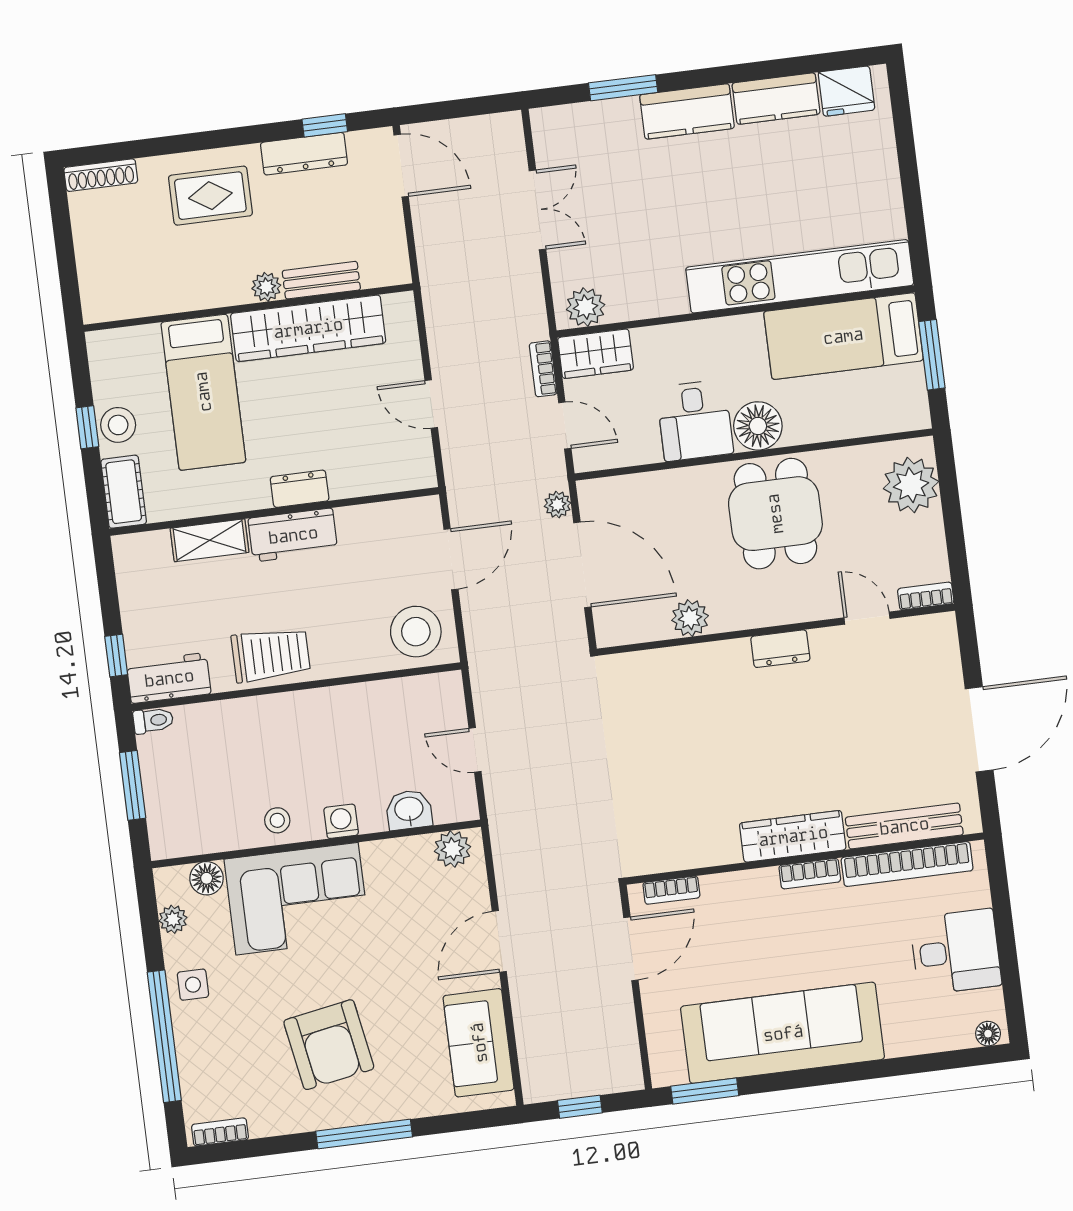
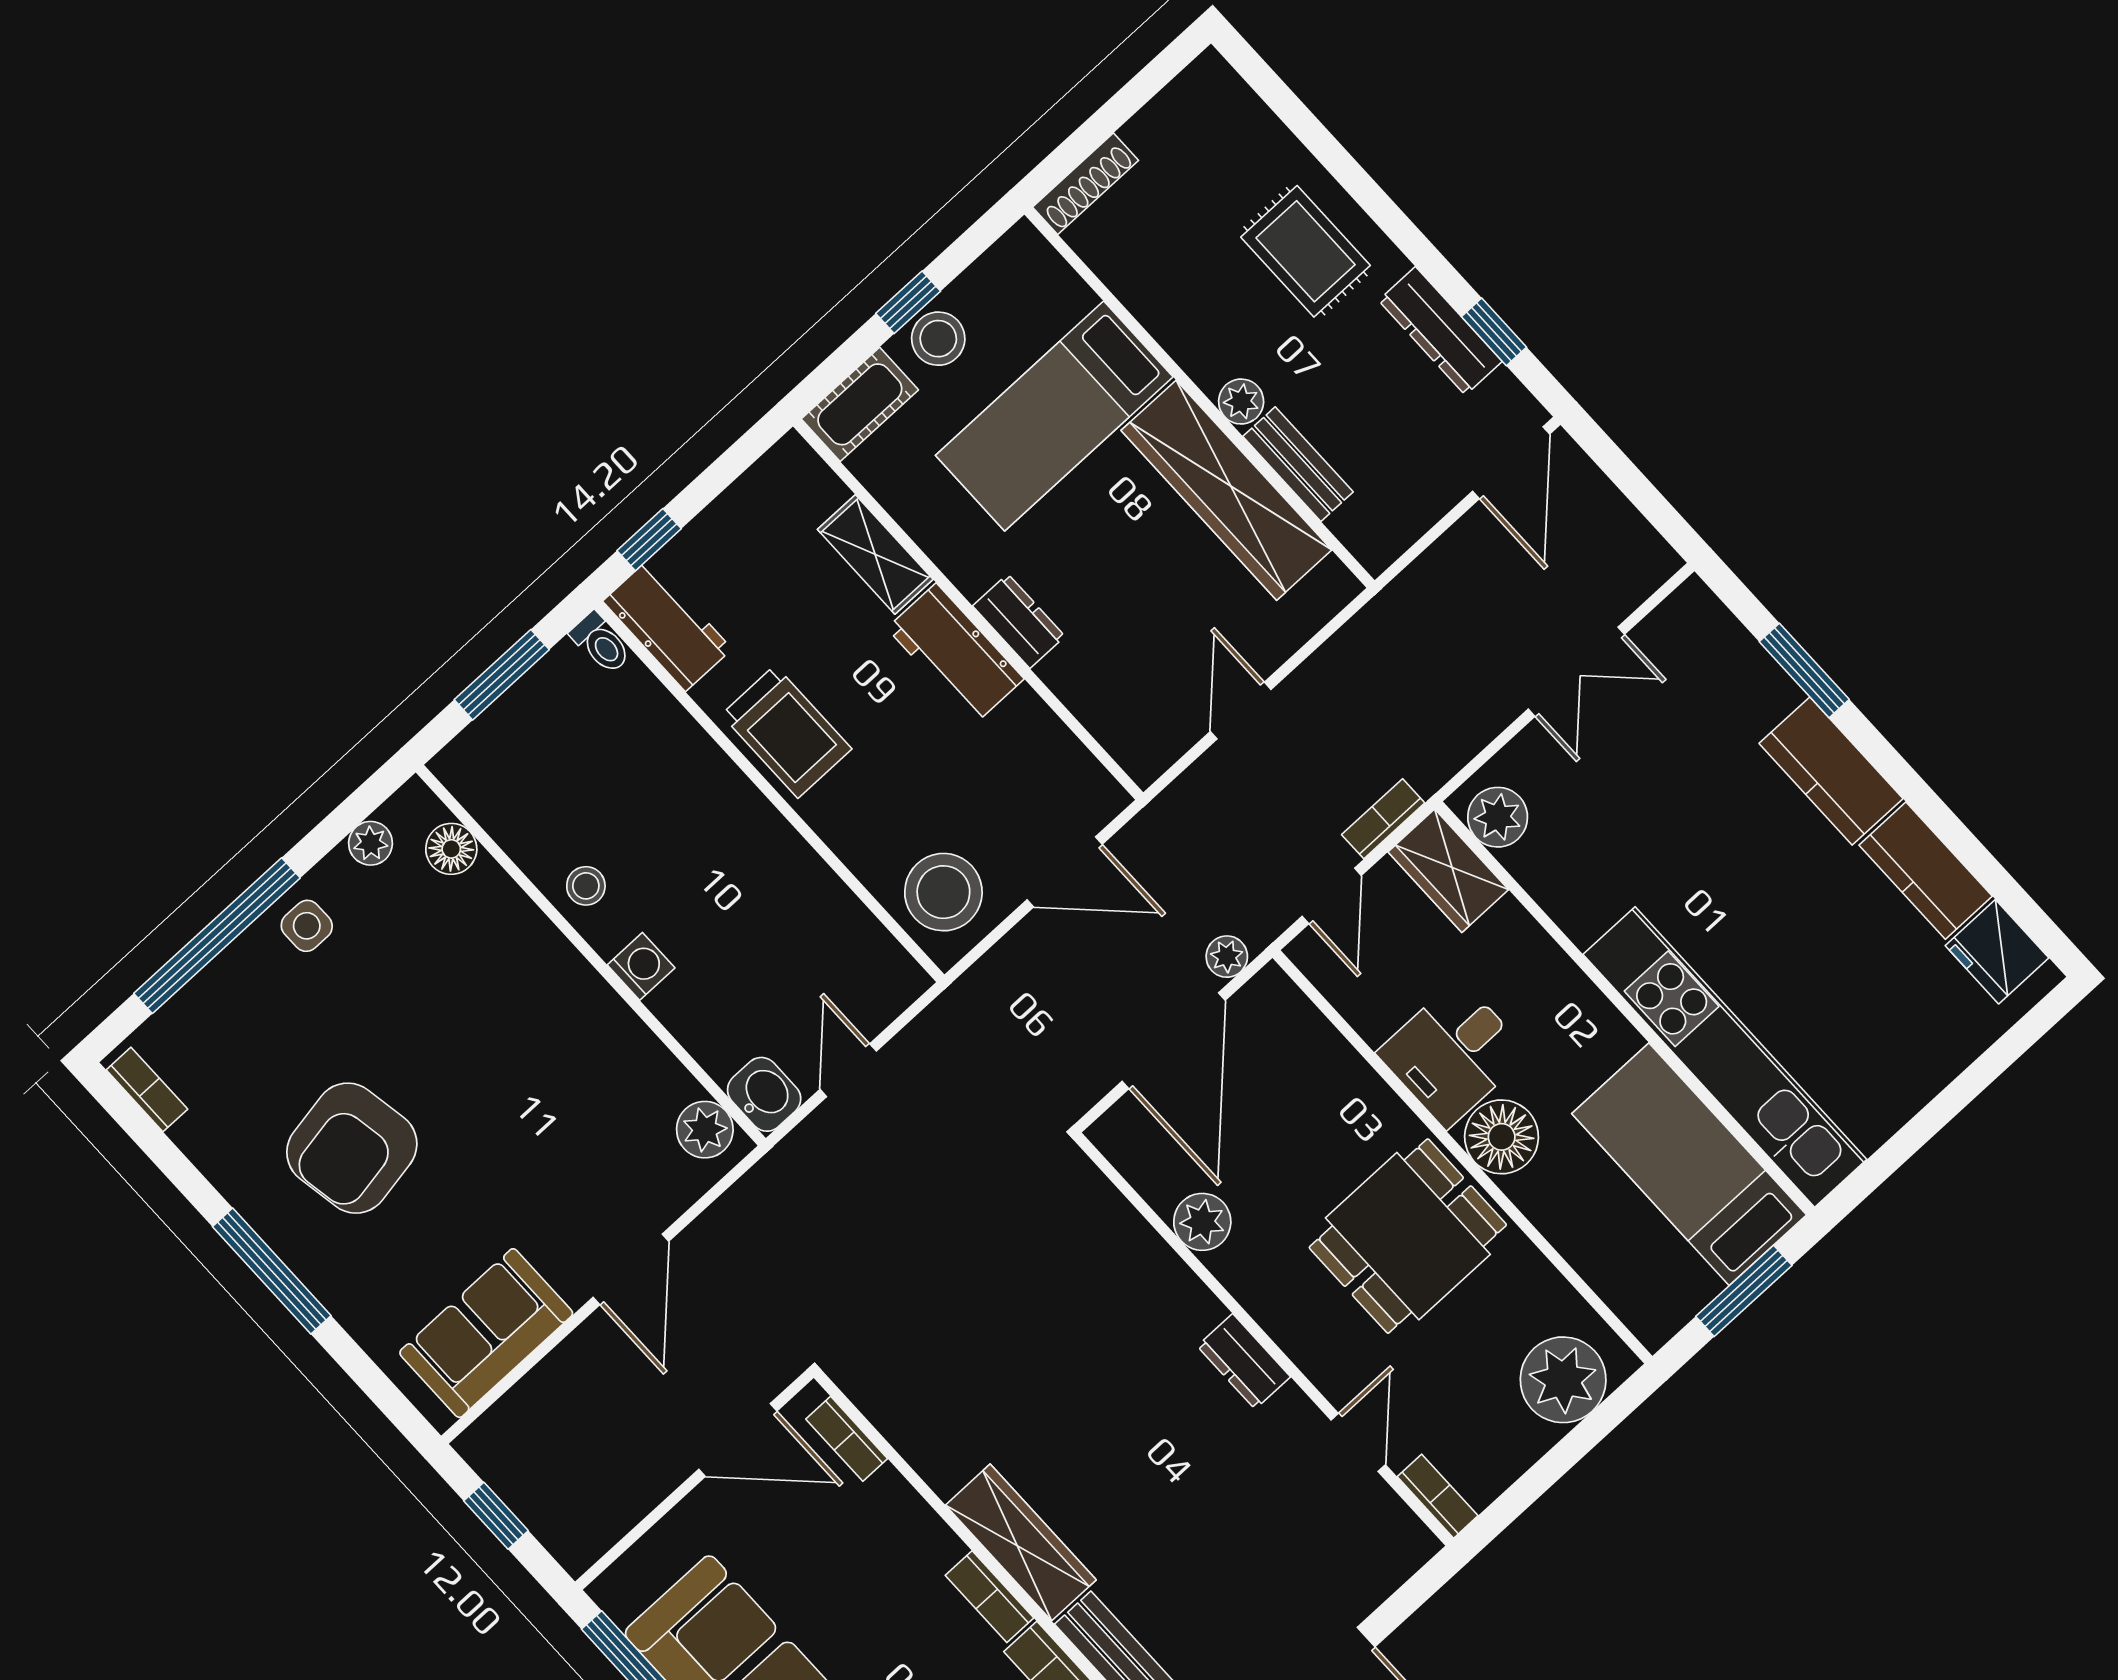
shoe rack: (101, 175) -> (1086, 184), moved, turned -90
washbasin: (409, 810) -> (764, 1094), moved
corner sofa: (297, 899) -> (506, 980), removed
door: (499, 941) -> (631, 1269), swing flipped

